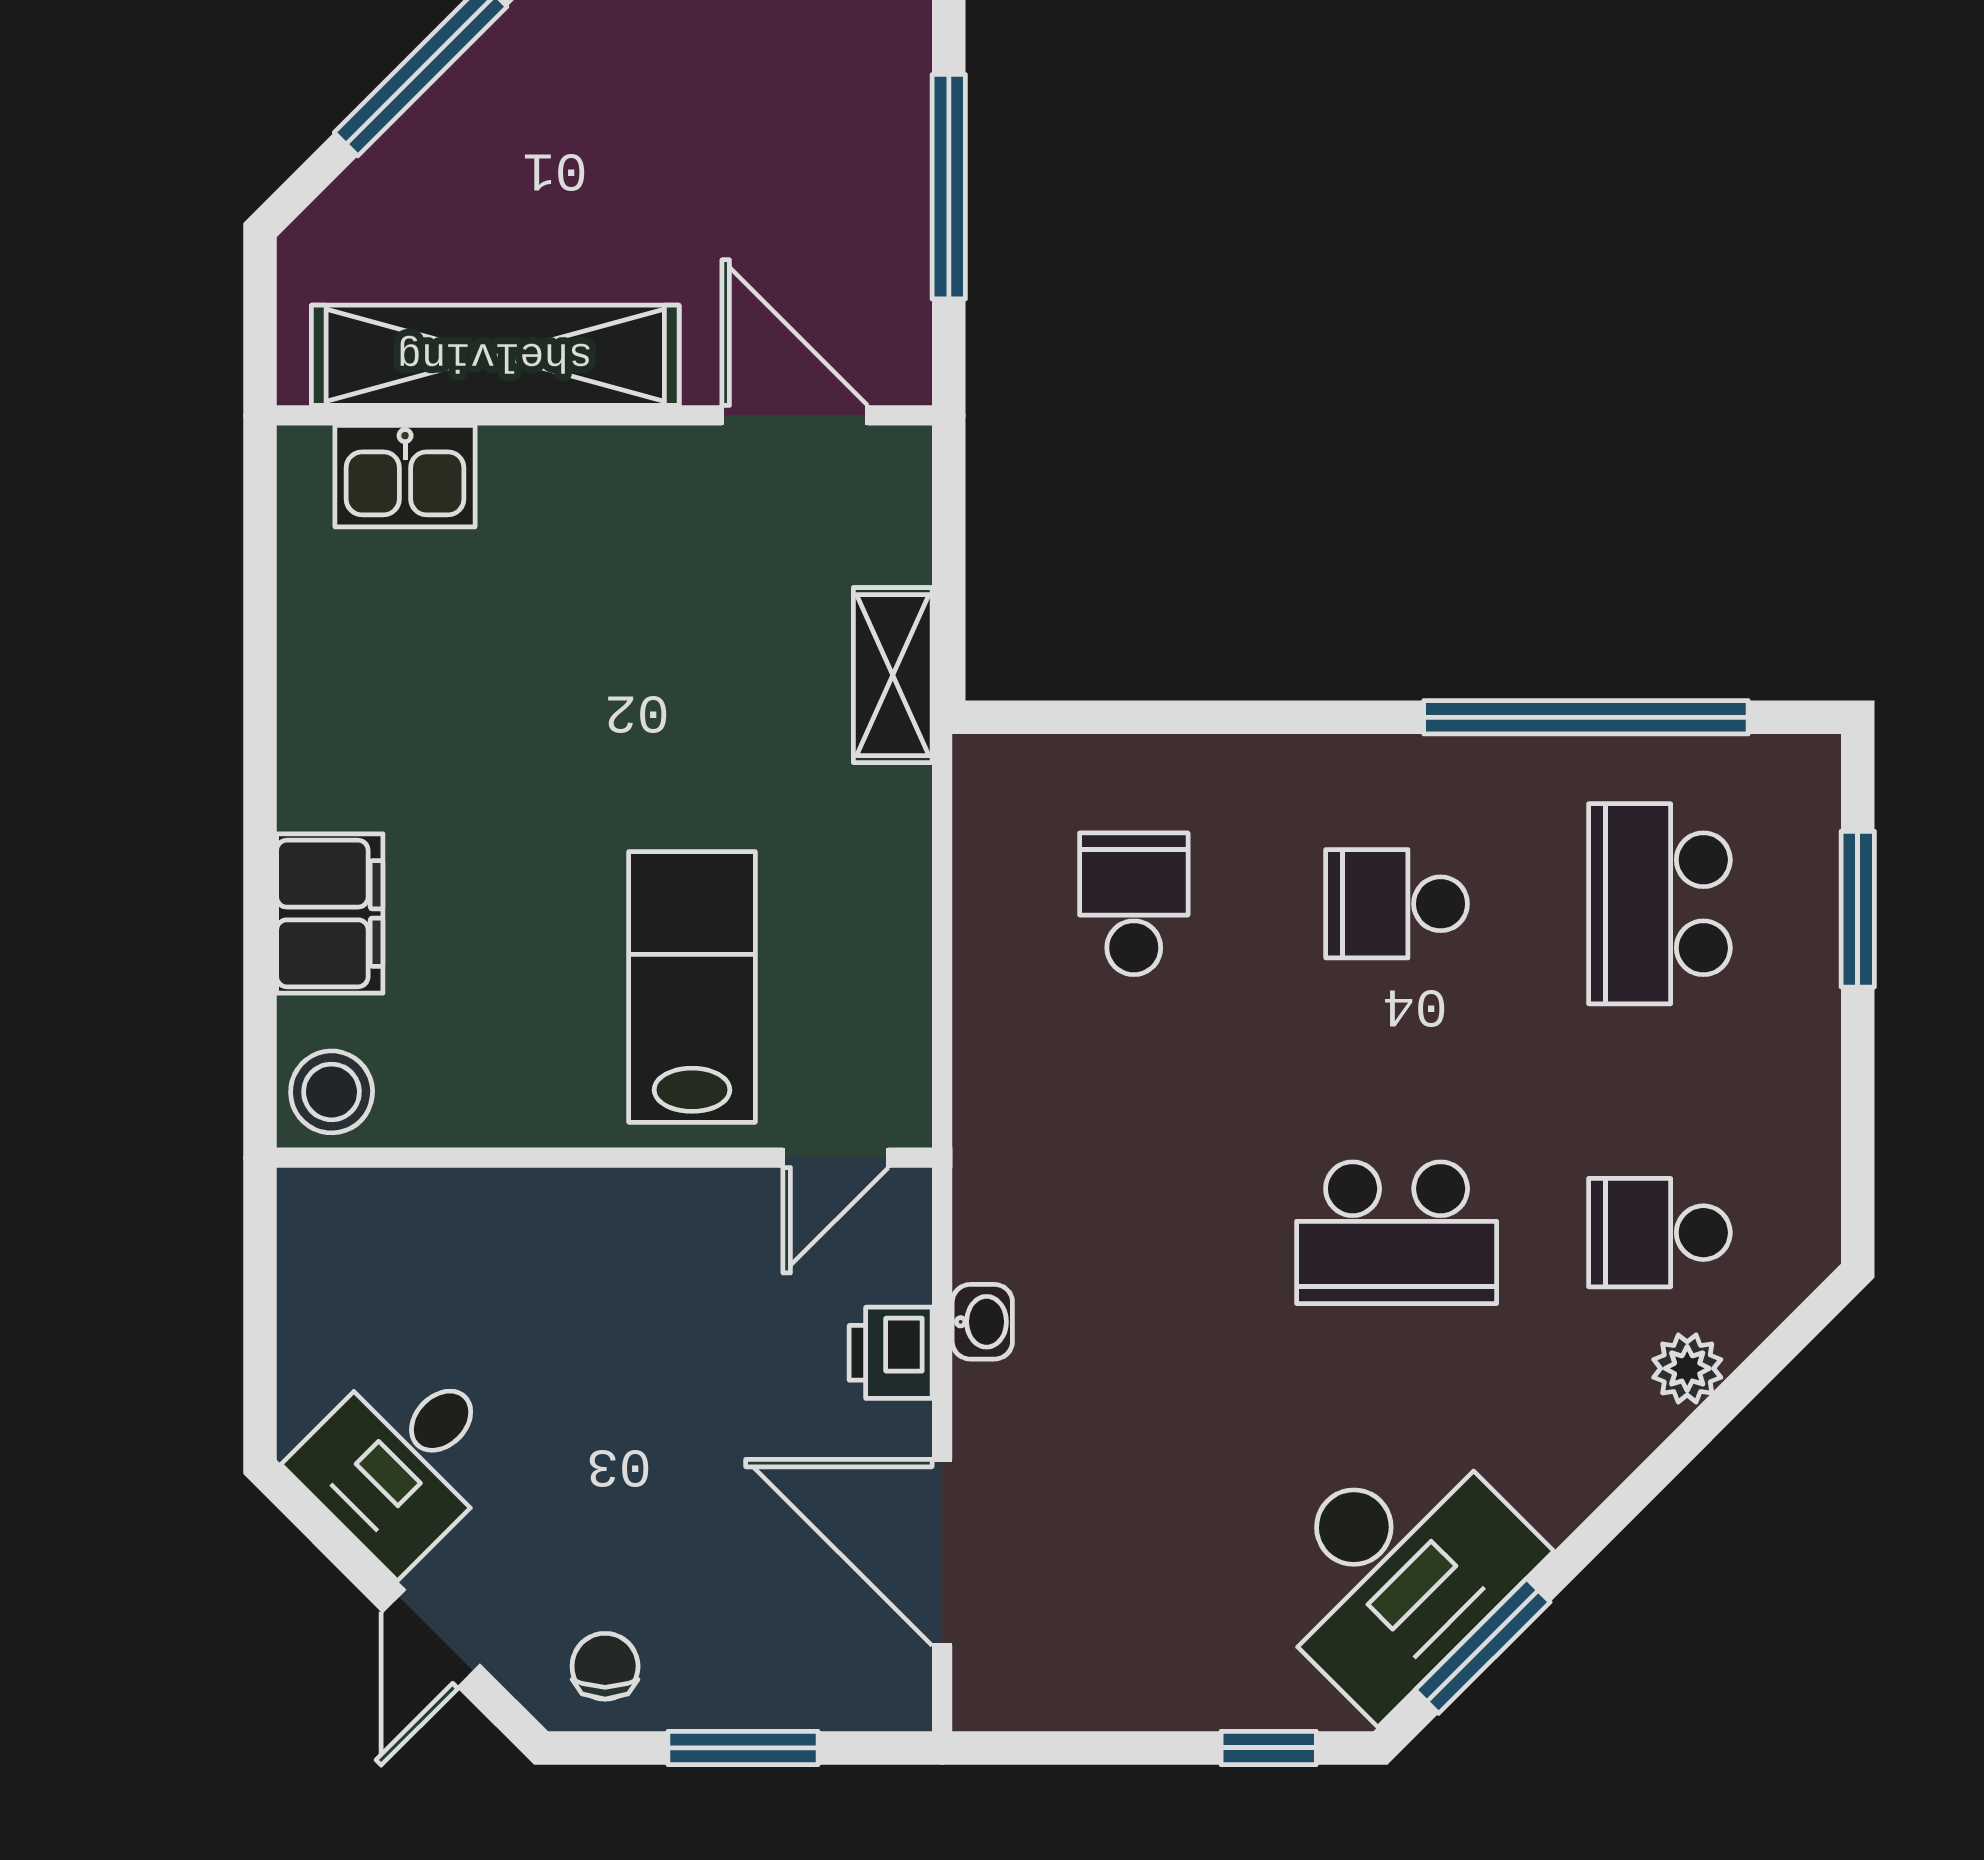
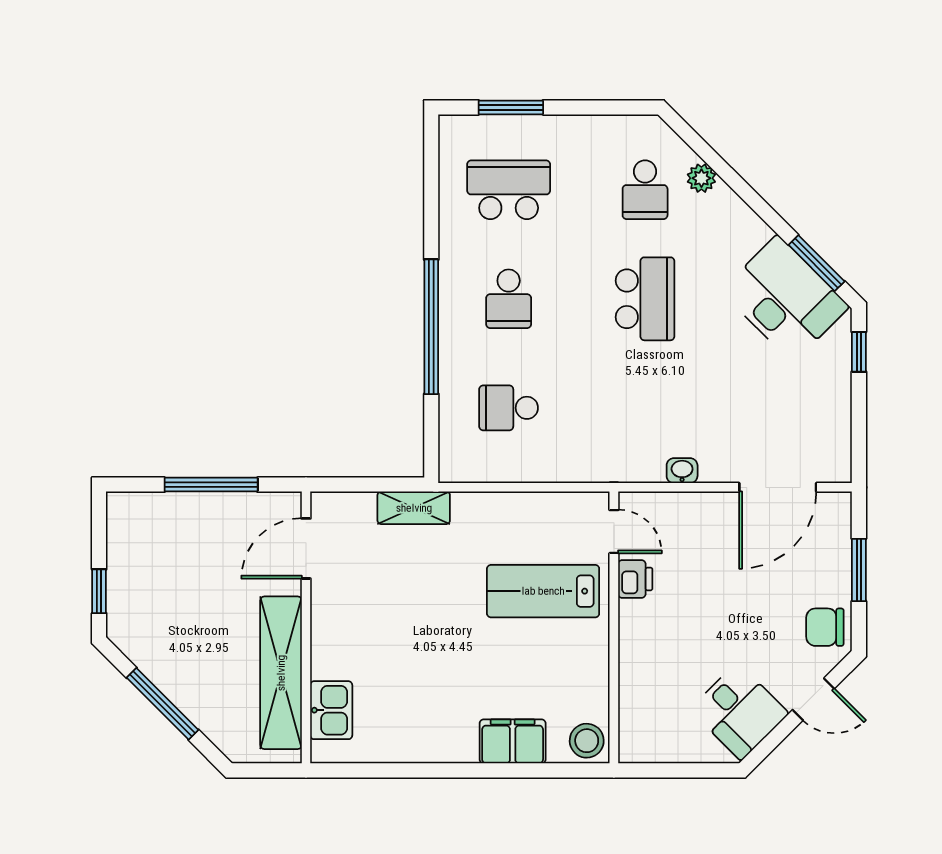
window: (1586, 717) -> (431, 327), moved
school desk: (1659, 904) -> (509, 190), turned 180
printer: (891, 1353) -> (635, 579), moved, turned -90
chair: (605, 1666) -> (825, 627), width x1.37, depth x1.37

